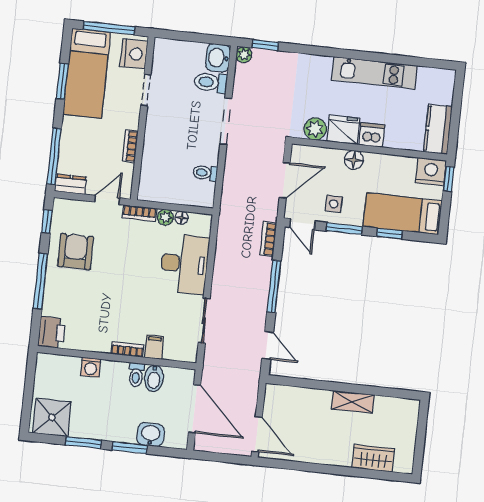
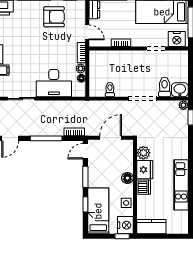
door: (285, 180) -> (111, 138), swing flipped
side table: (334, 204) -> (126, 203), moved

